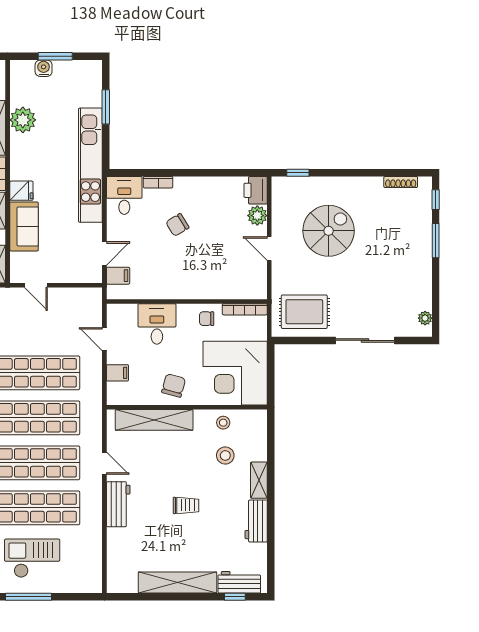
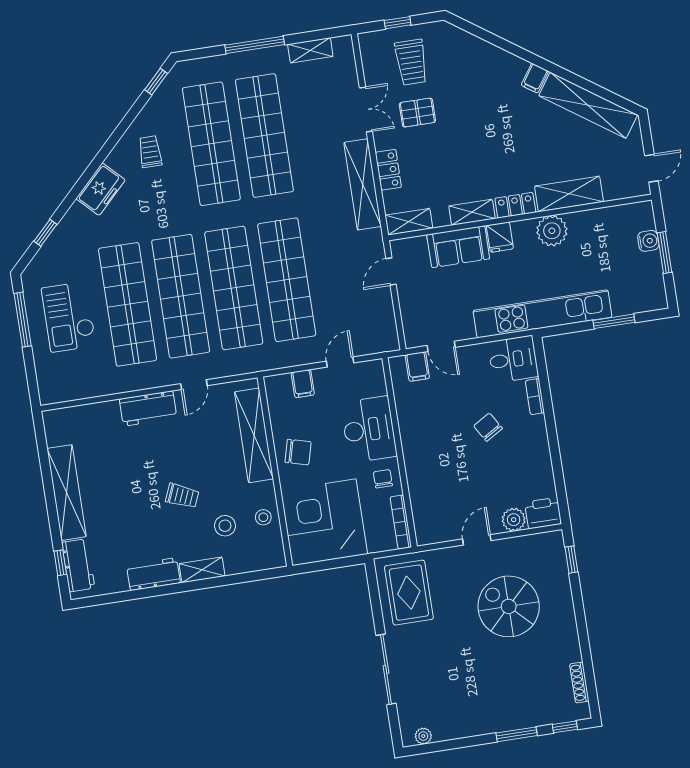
plant: (23, 120) -> (552, 231), moved
spiral stairs: (329, 231) -> (509, 606), turned 180
desk: (157, 324) -> (369, 429), width x1.37
trolley: (186, 505) -> (182, 496), moved, turned -67
checkout: (32, 558) -> (69, 317), turned 180

